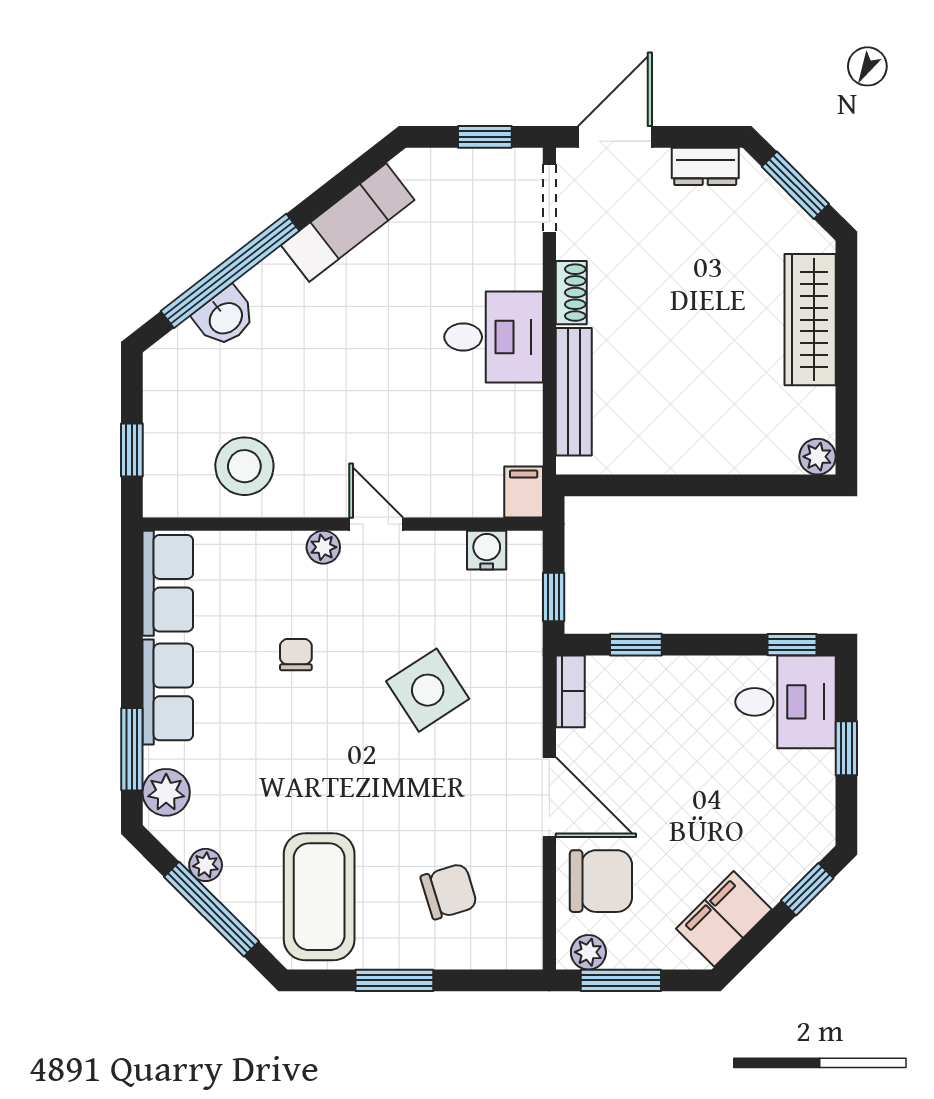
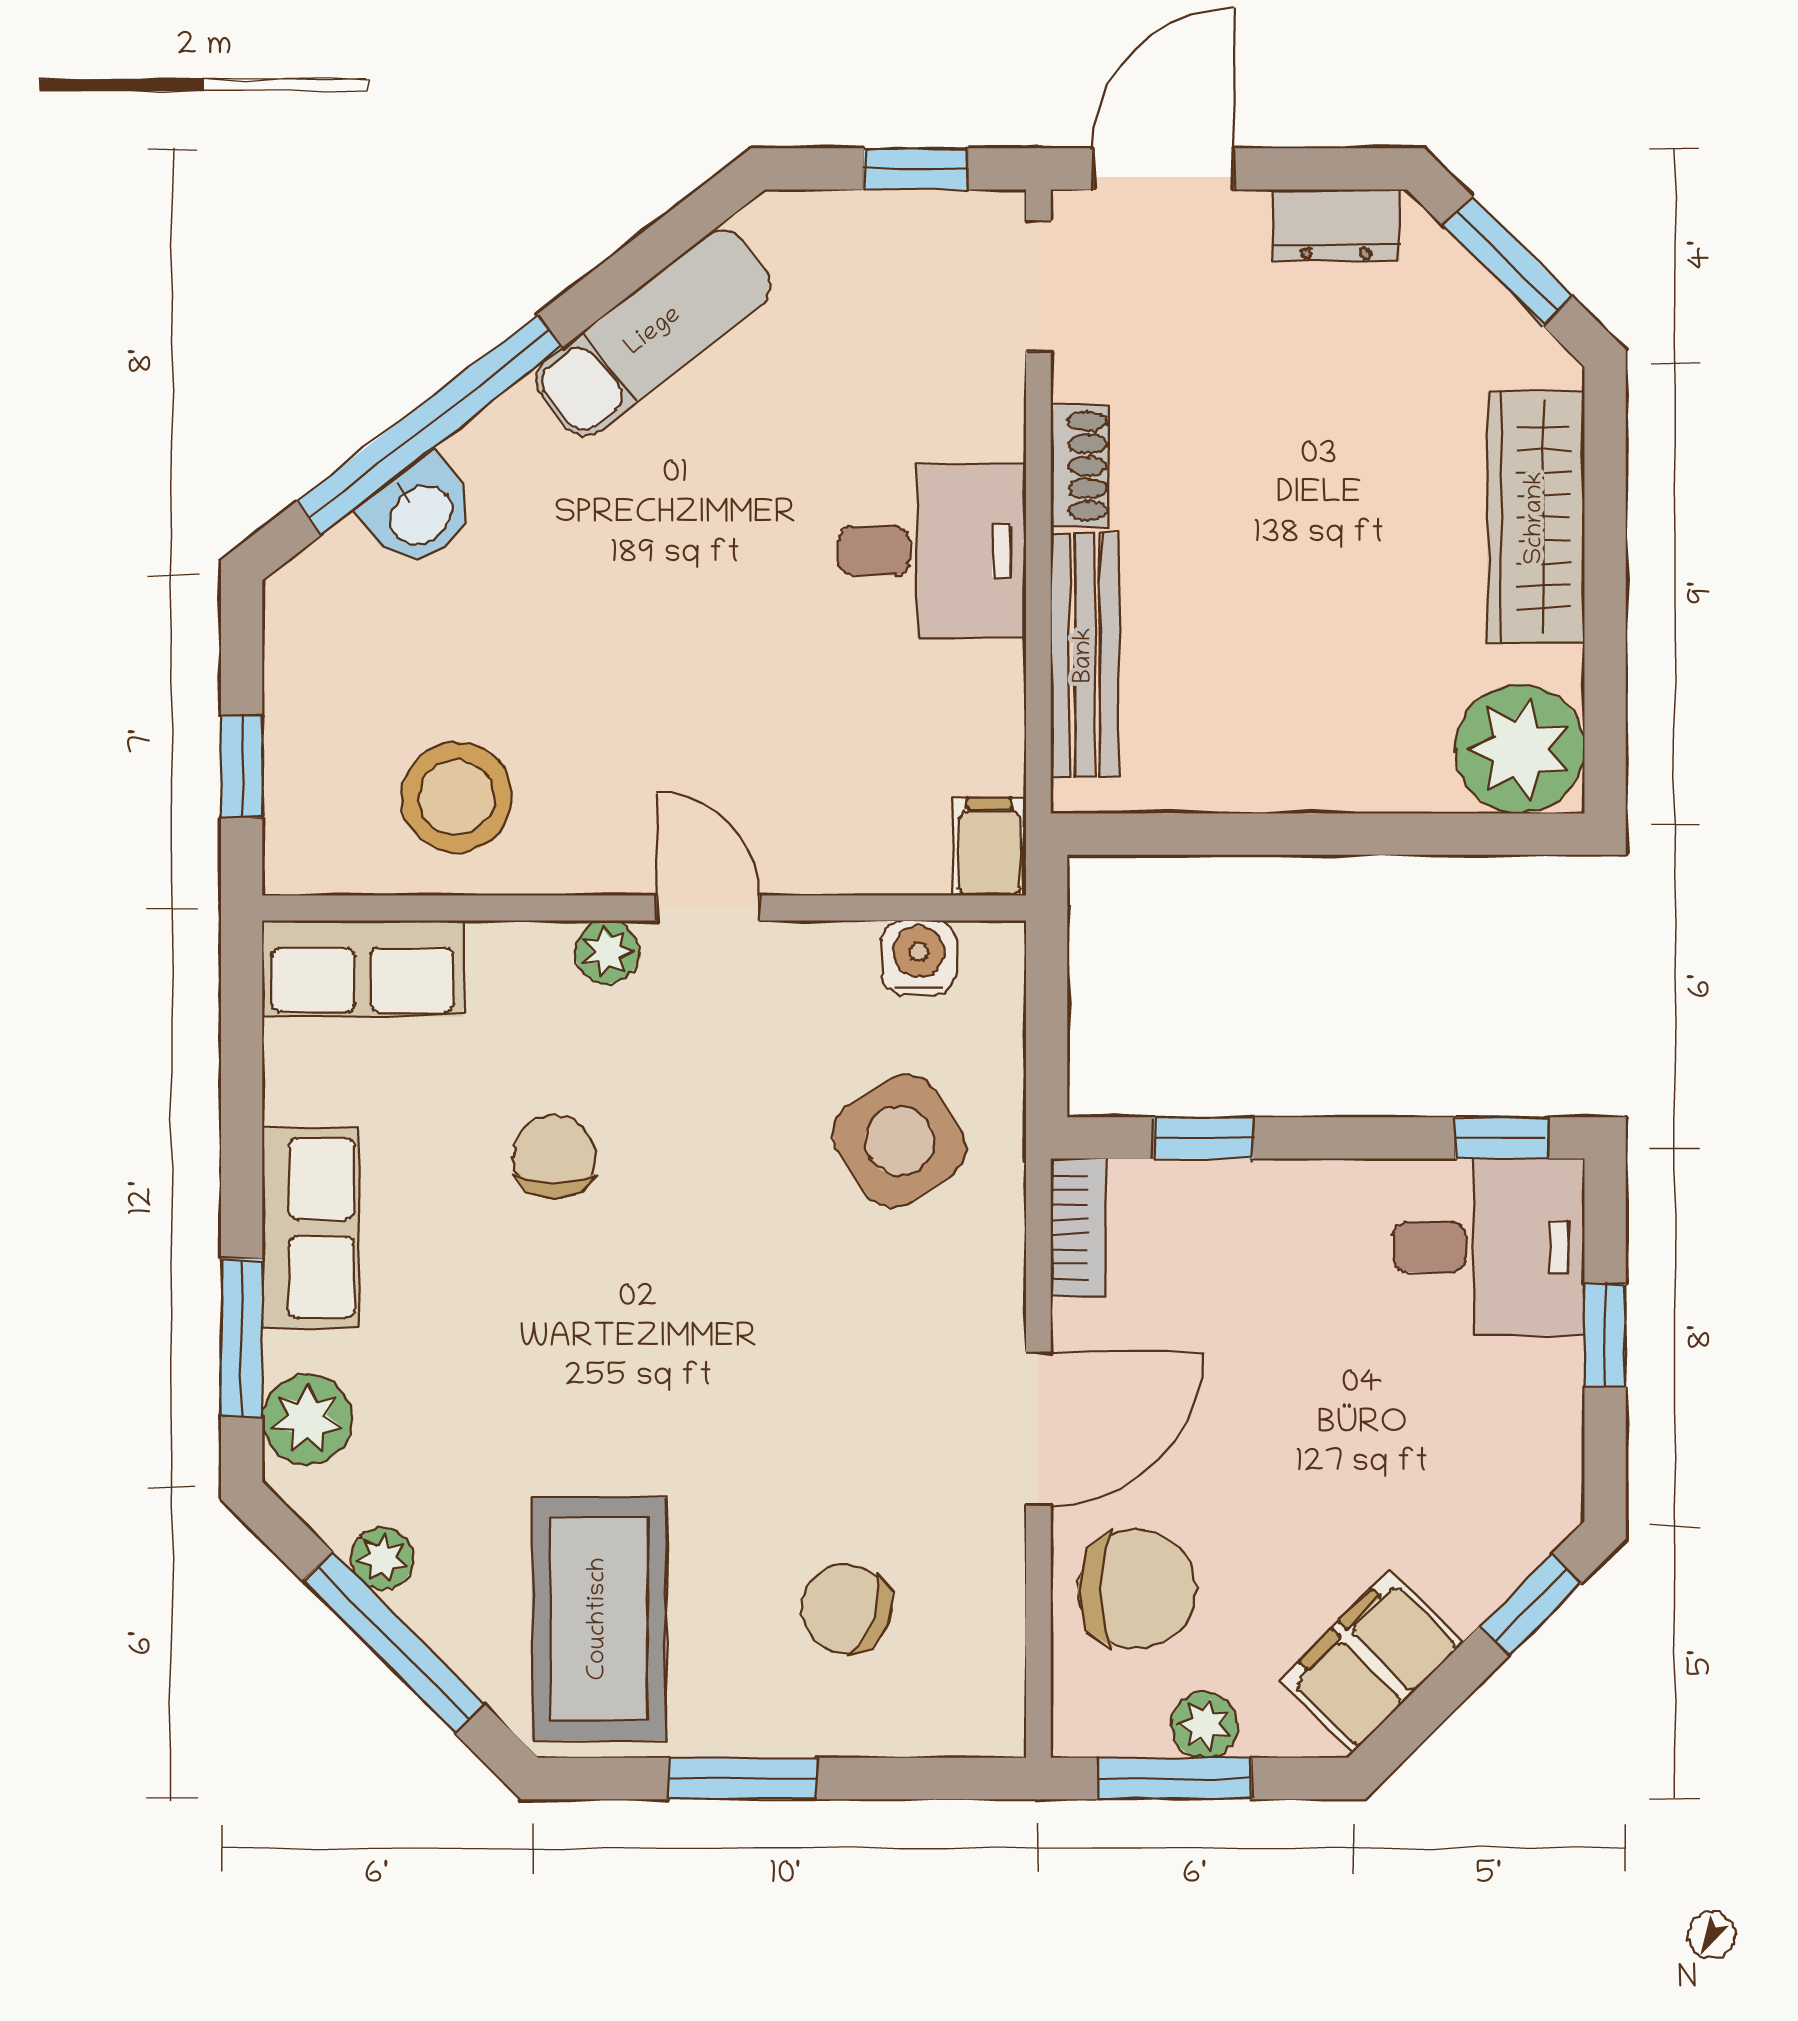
plant: (817, 457) -> (1520, 749), width x1.87, depth x1.87
row of seats: (168, 583) -> (363, 968), moved, turned 90
window: (554, 597) -> (1047, 1047), removed
chair: (296, 655) -> (555, 1157), width x1.37, depth x1.37
side table: (428, 690) -> (899, 1141), moved
door: (549, 797) -> (1038, 1429), hinge flipped
chair: (449, 891) -> (847, 1609), turned -144
plant: (588, 952) -> (1205, 1725), moved

